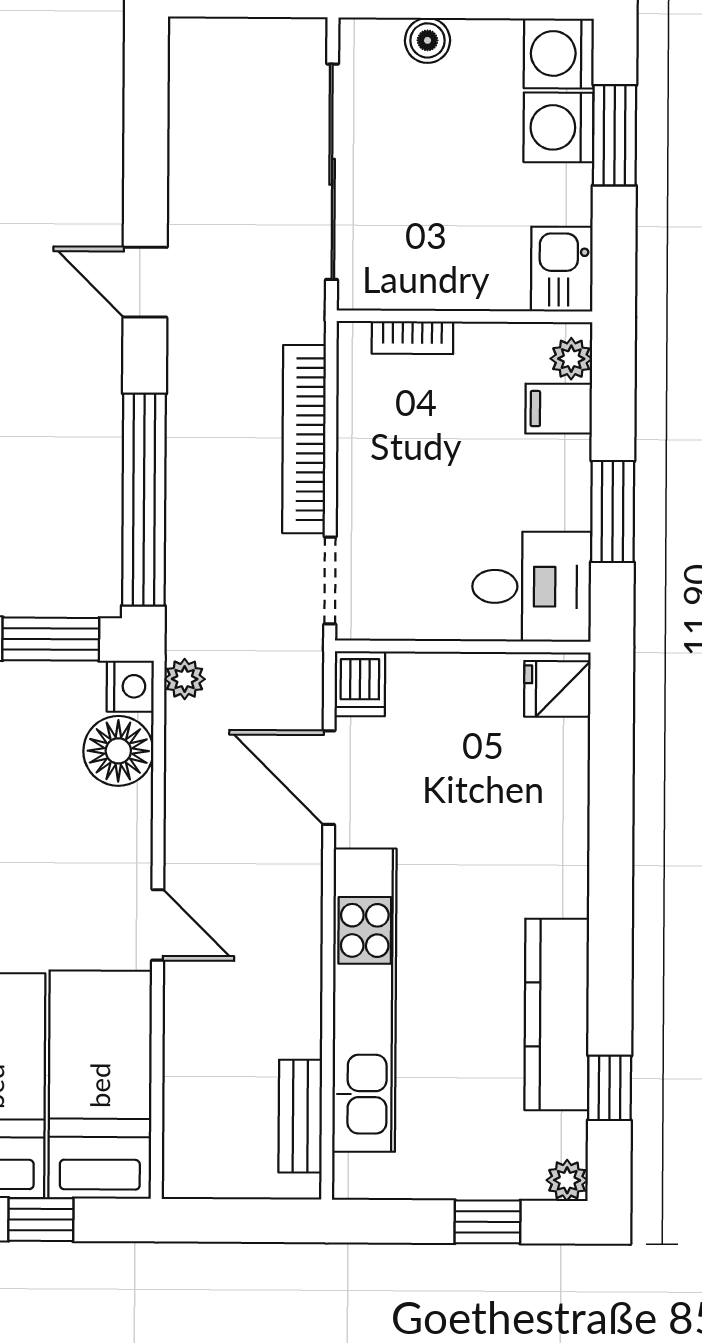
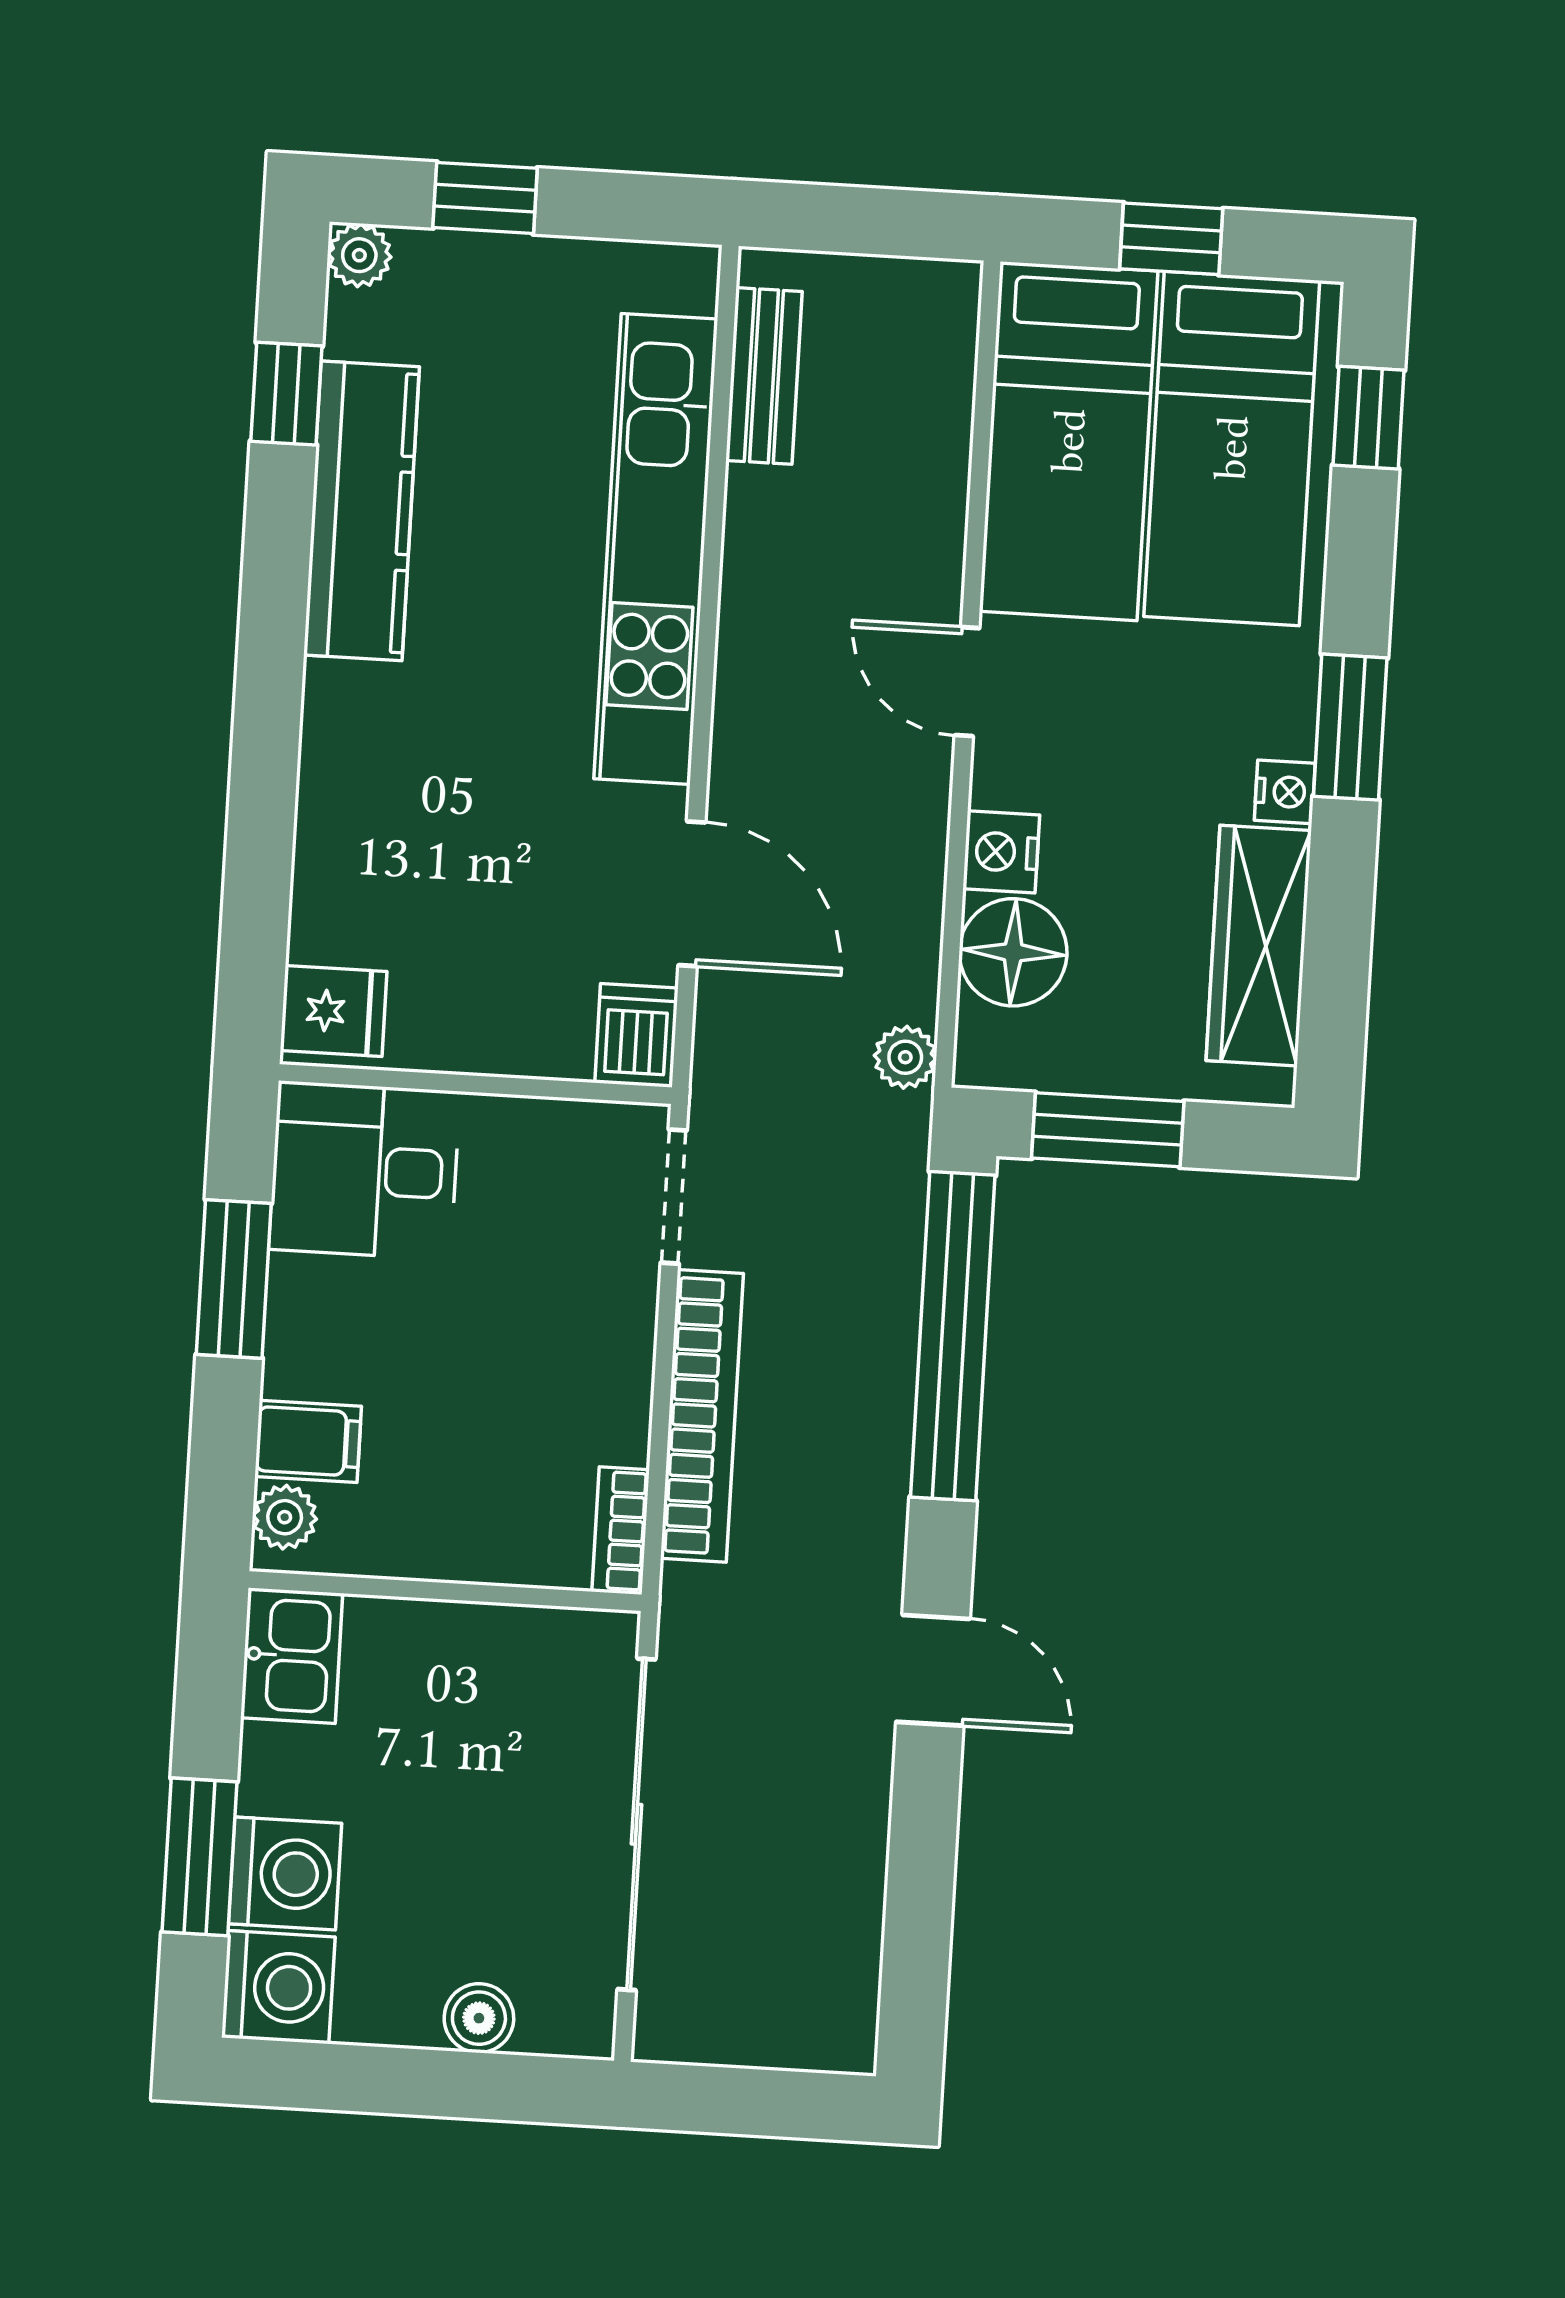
bookcase: (412, 338) -> (621, 1531), moved, turned -90
nightstand: (130, 686) -> (1001, 852), moved

